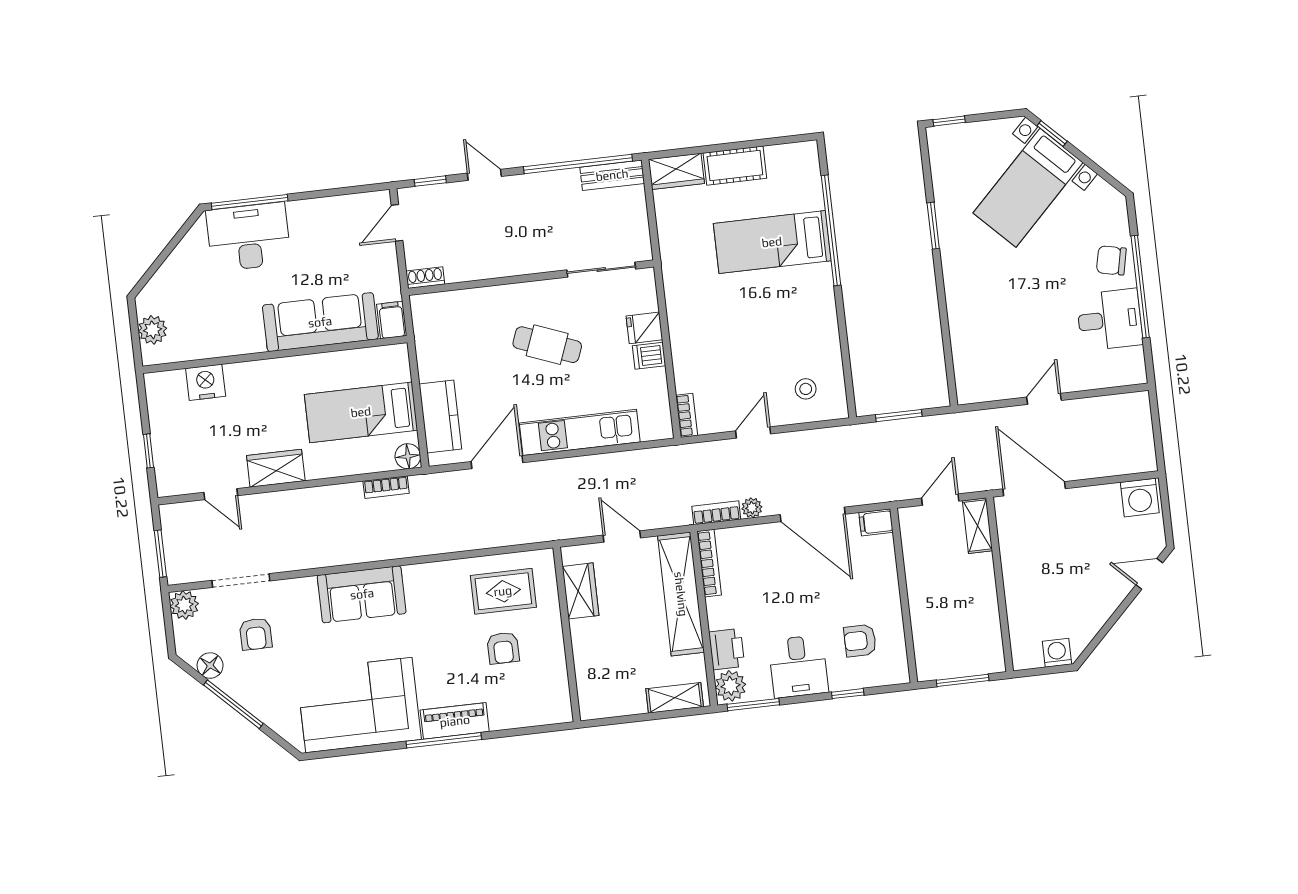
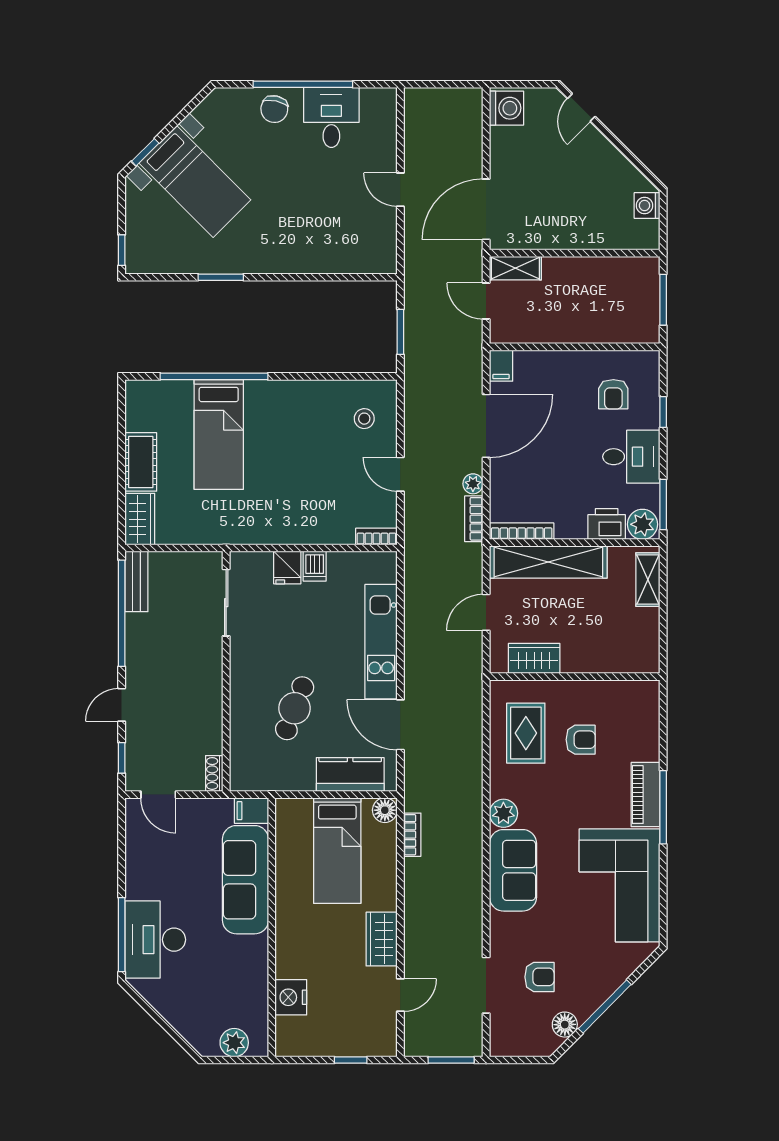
cafe table: (547, 345) -> (295, 708), moved
plant: (184, 605) -> (503, 813), moved

